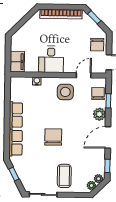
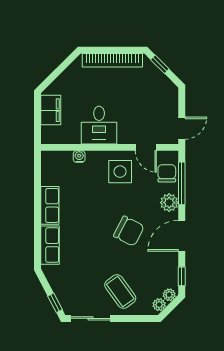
chair: (97, 45) -> (165, 103), removed
filing cabinet: (17, 62) -> (51, 110), moved
door: (84, 75) -> (146, 147), swing flipped
window: (108, 101) -> (182, 183), width x2.17
chair: (53, 137) -> (129, 231), moved, turned 117
window: (14, 174) -> (55, 303), moved
coffee table: (64, 176) -> (120, 292), turned -36

